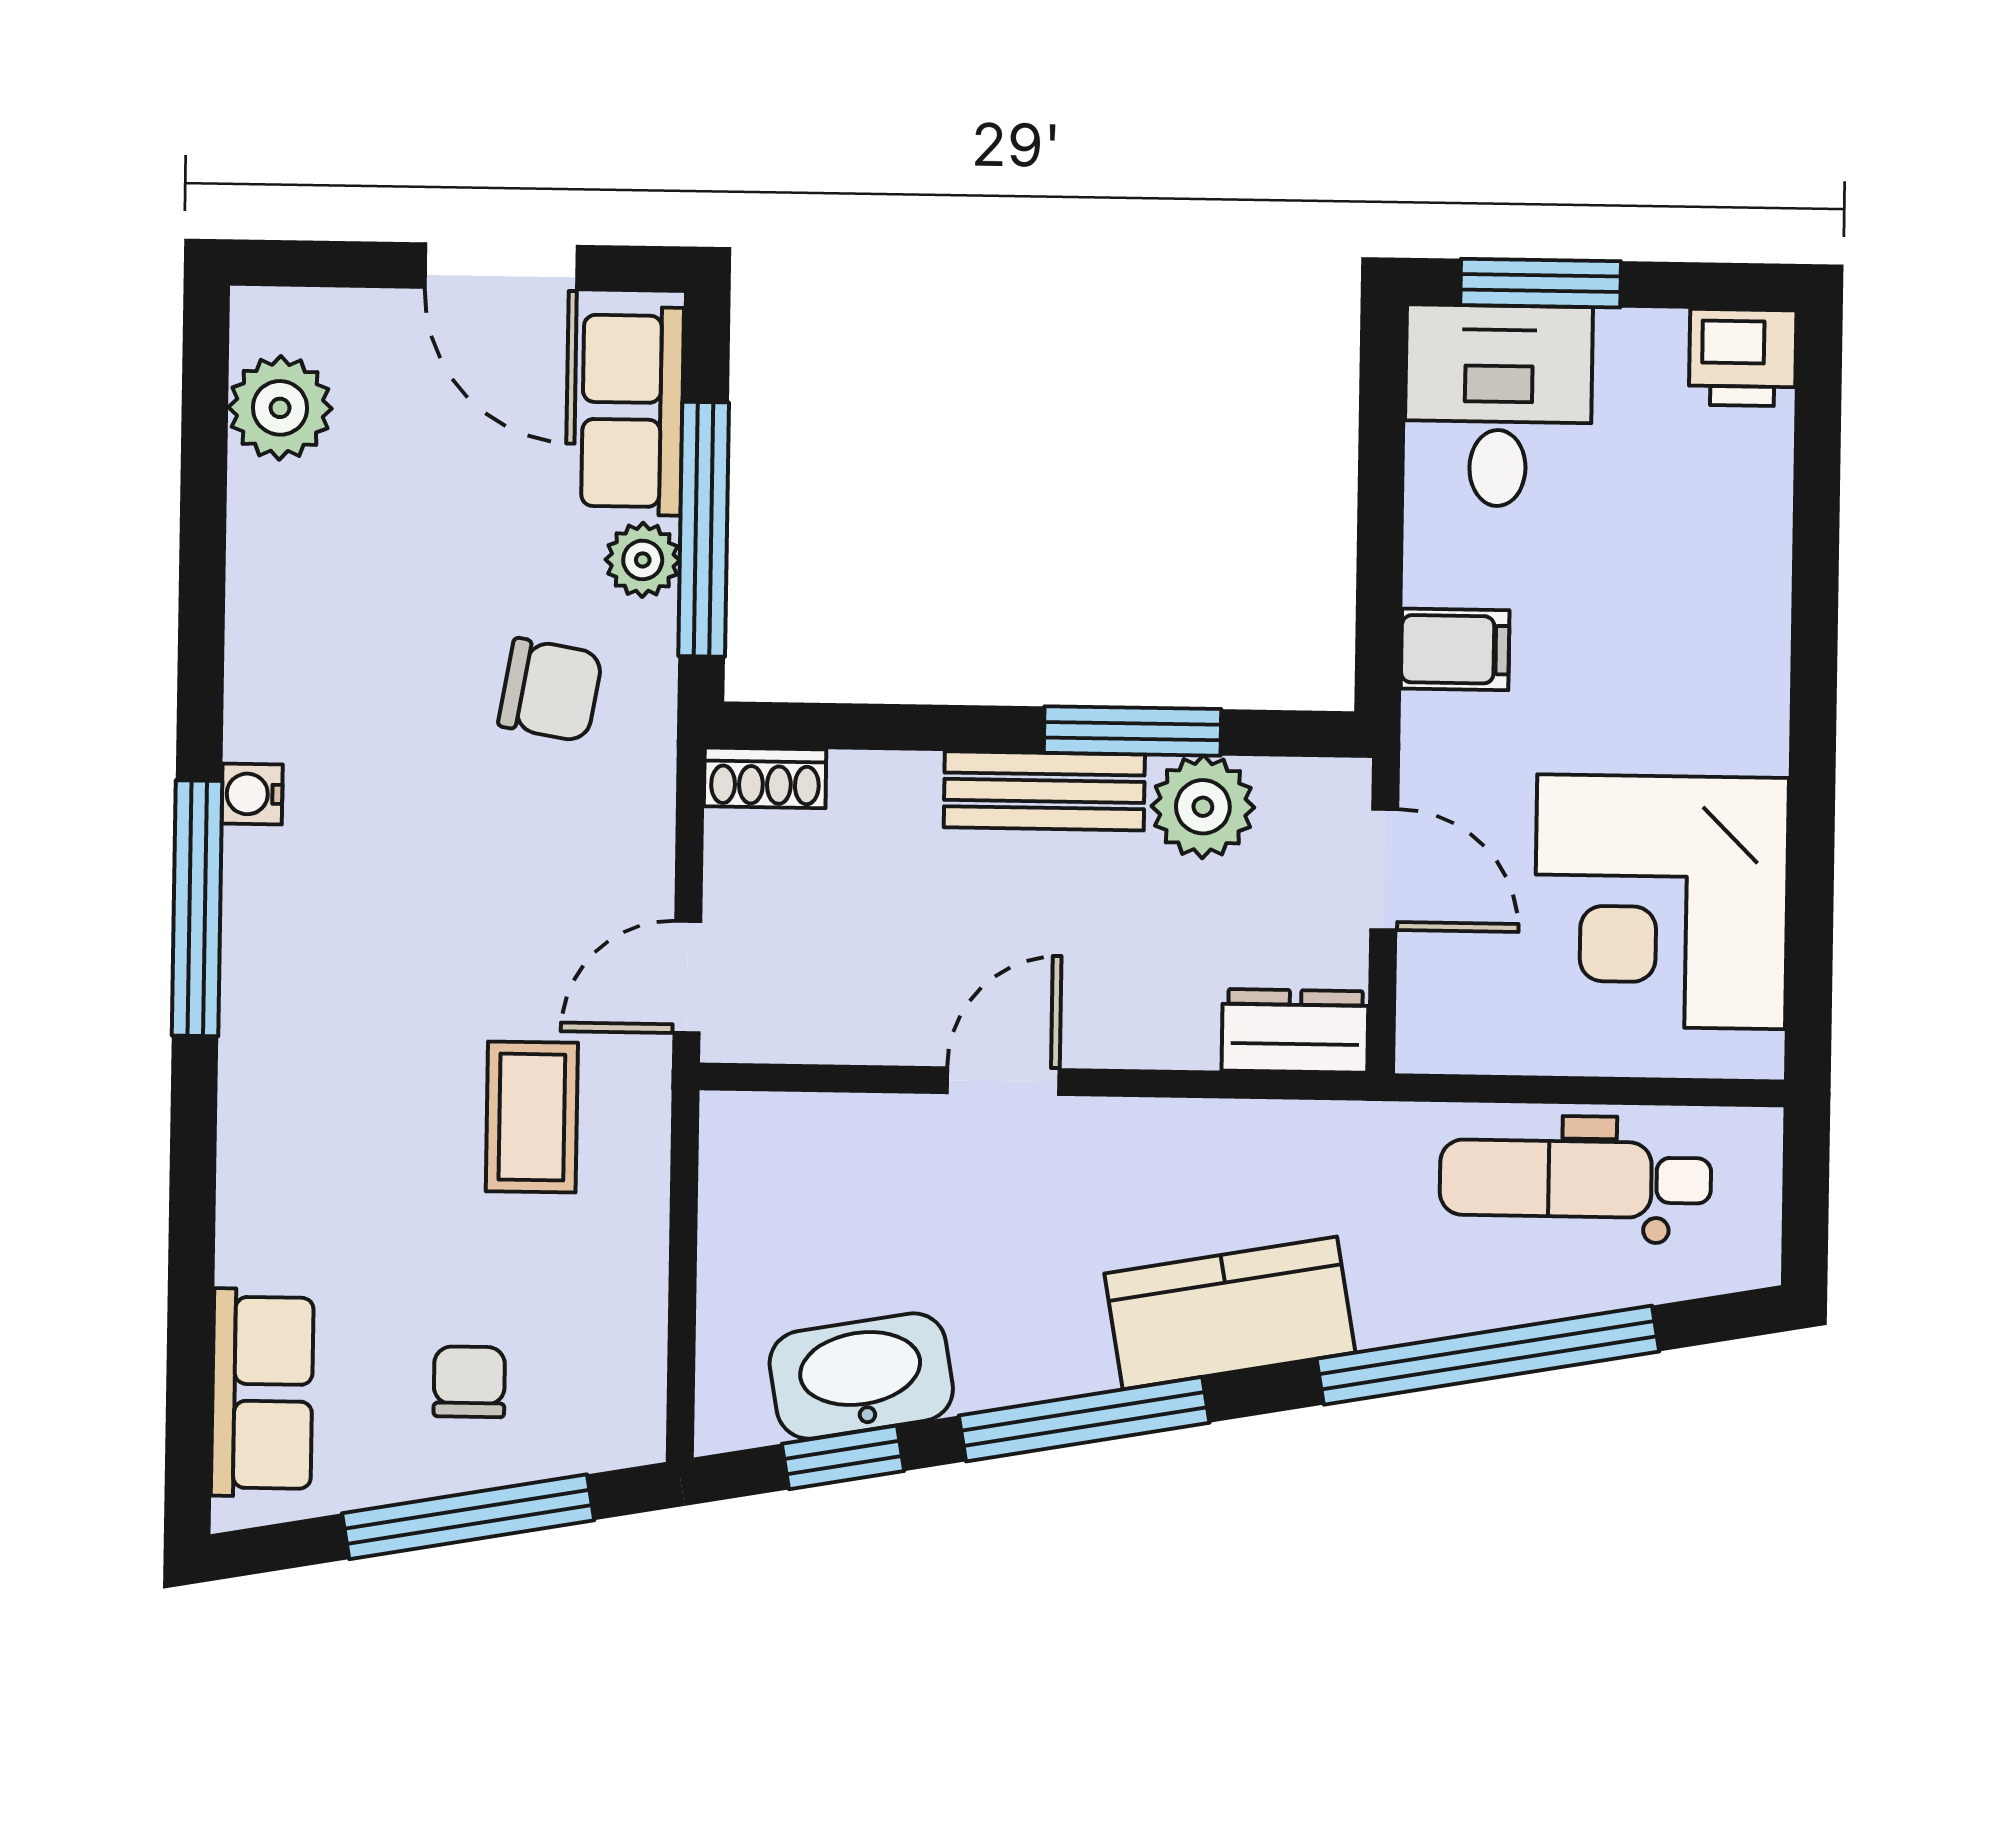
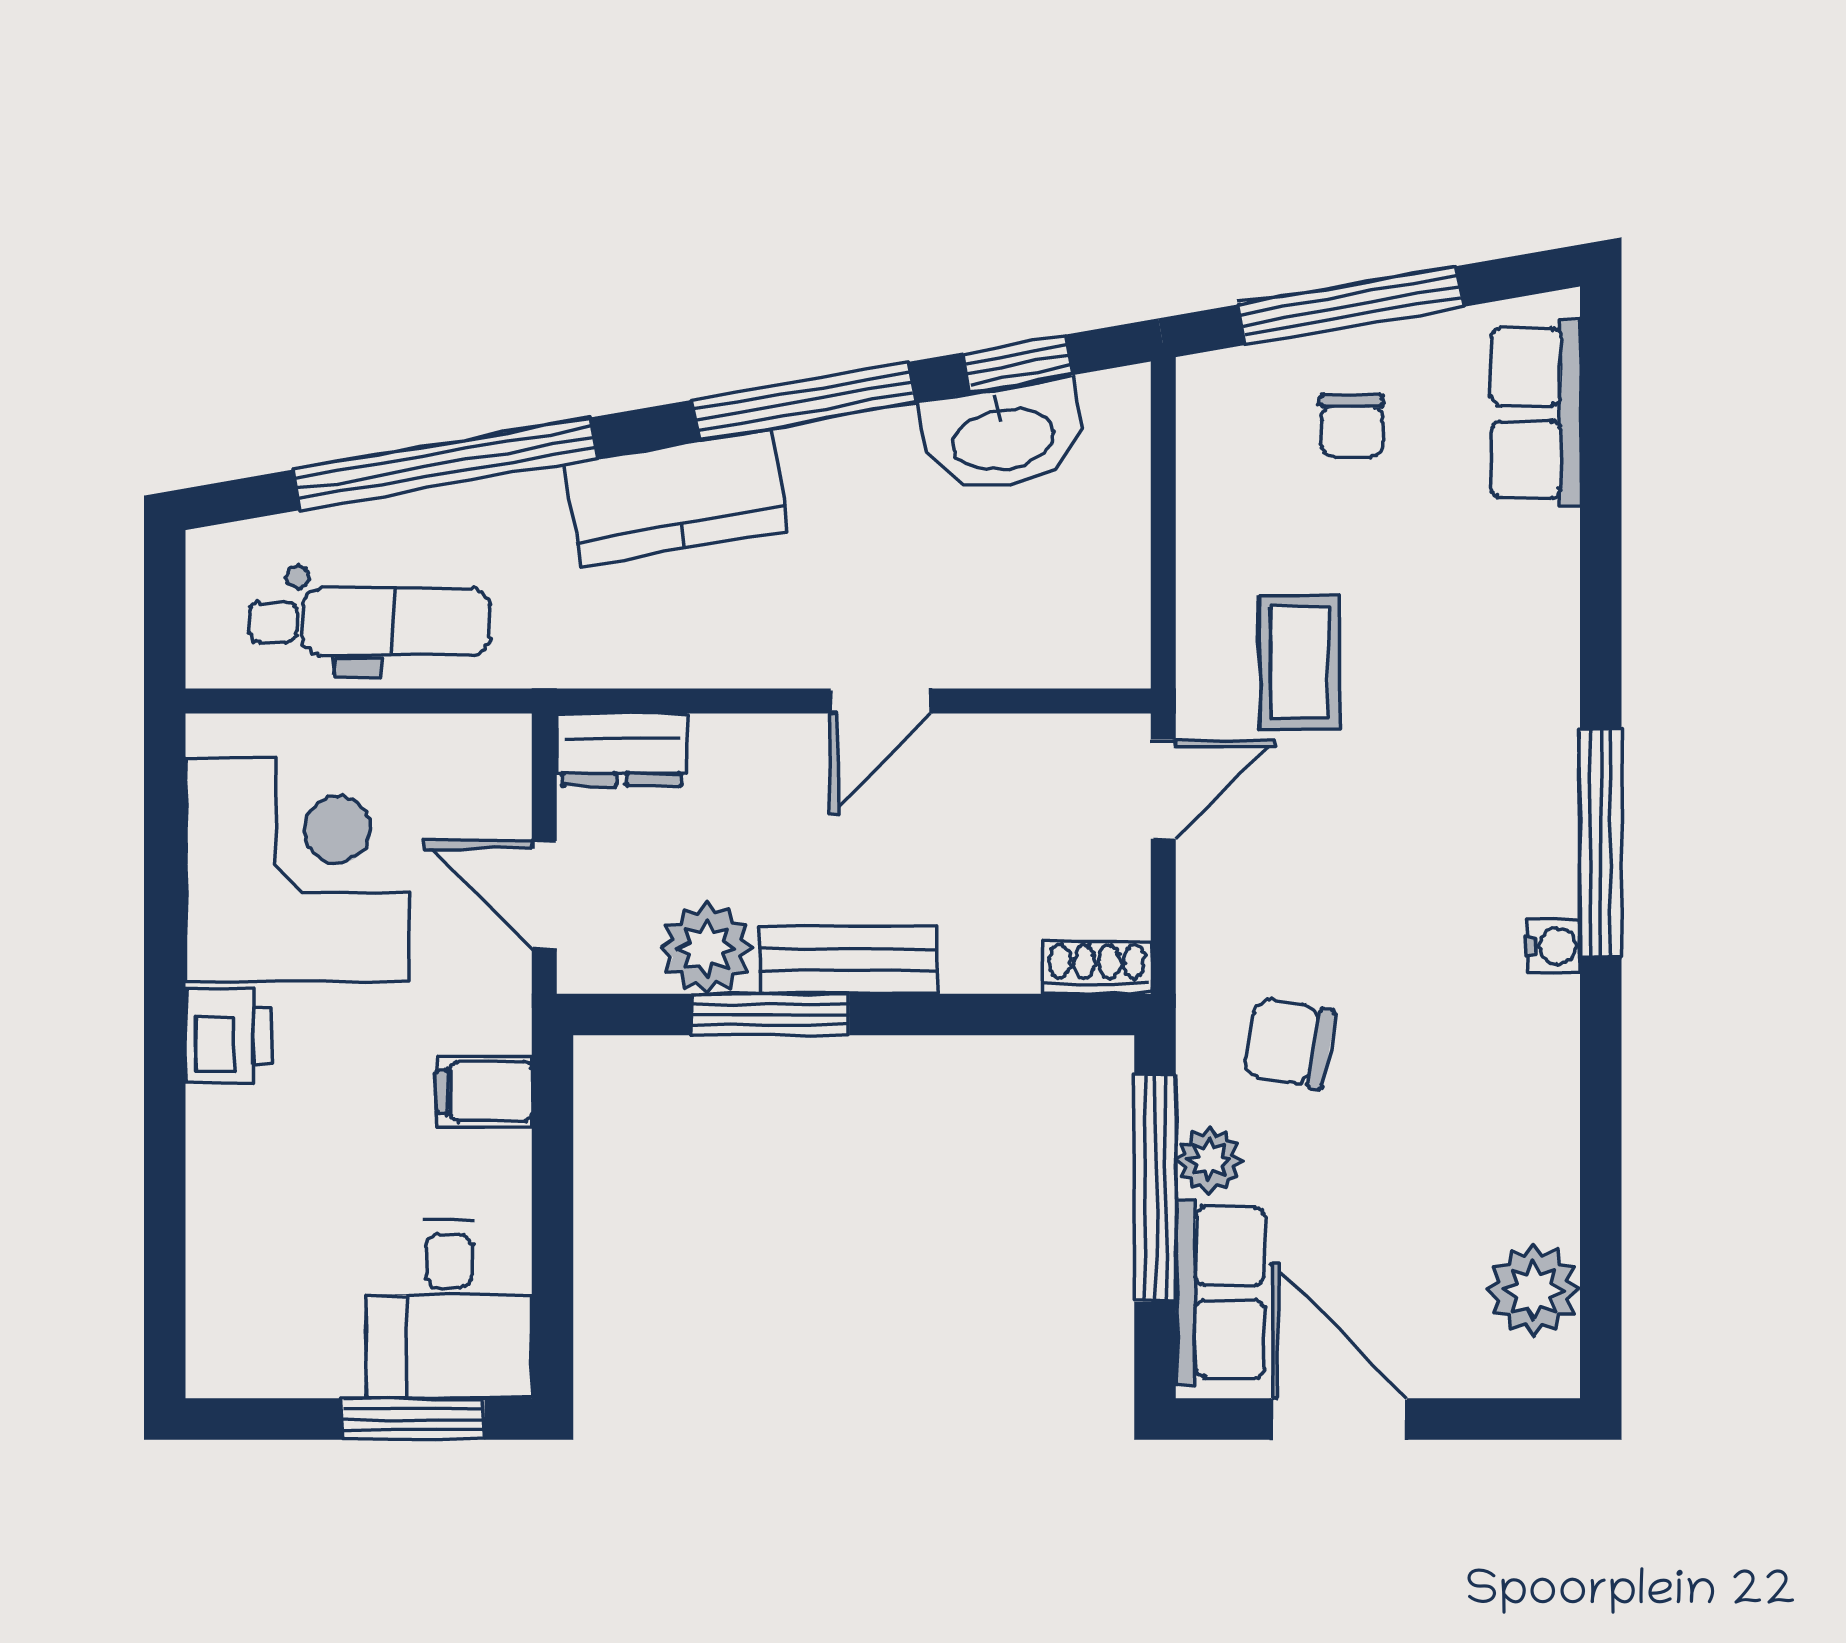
printer: (1743, 358) -> (228, 1036), moved, turned 90

